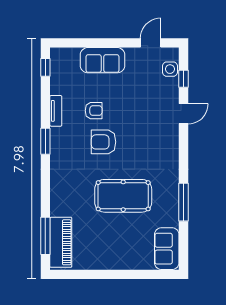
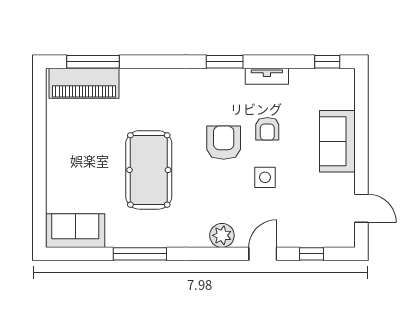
side table: (170, 69) -> (265, 177), moved
door: (183, 114) -> (263, 254), swing flipped
plant: (170, 143) -> (222, 235), added

